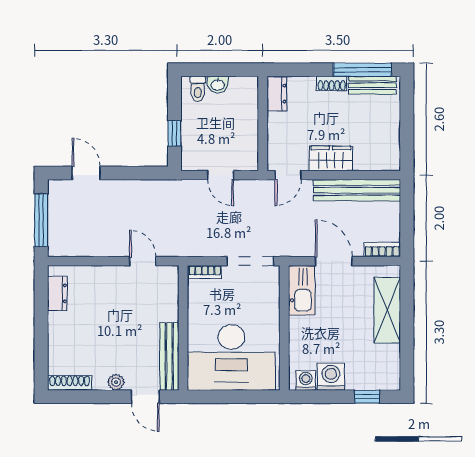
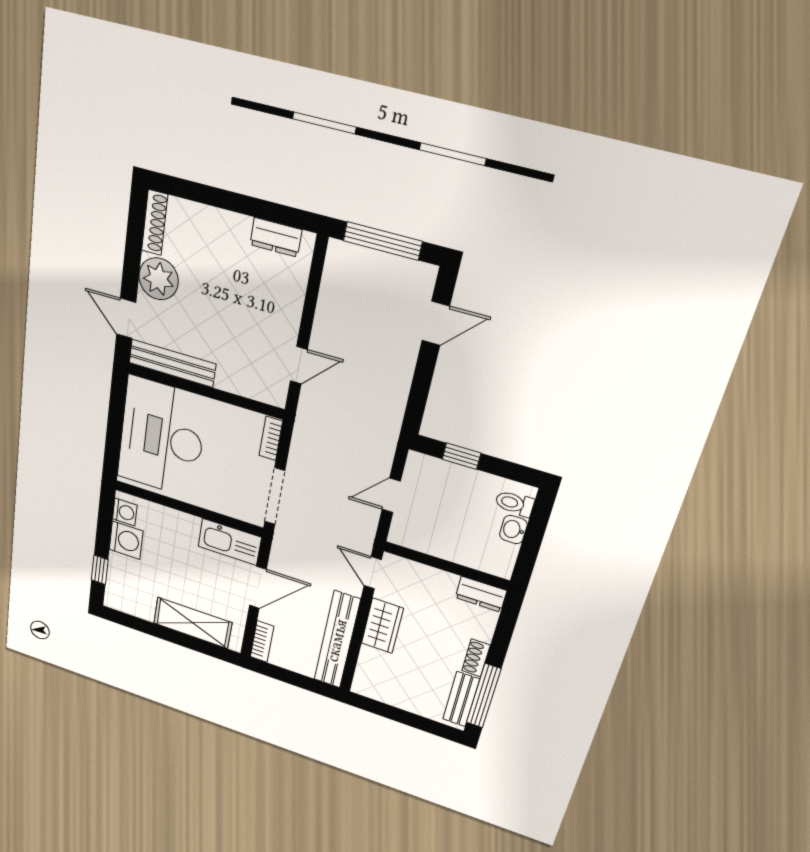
plant: (116, 382) -> (159, 279), width x1.88, depth x1.88
door: (145, 397) -> (126, 318), hinge flipped

